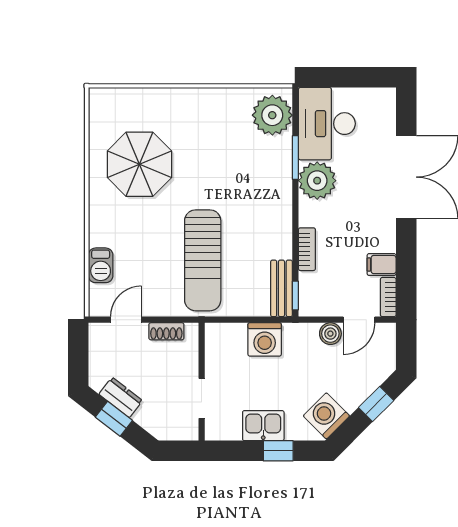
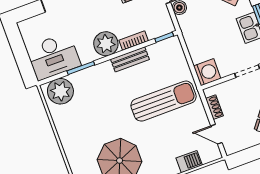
plant: (317, 181) -> (106, 44), moved
bench: (281, 288) -> (130, 59), moved
washing machine: (265, 339) -> (207, 72), moved

